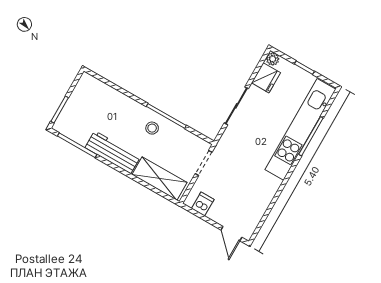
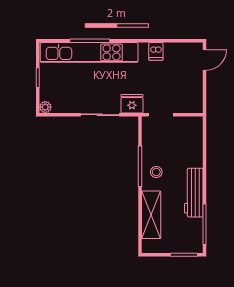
fridge: (266, 78) -> (132, 104), moved
shelving: (159, 179) -> (151, 215), moved
dishwasher: (203, 204) -> (156, 51), moved, turned -90

